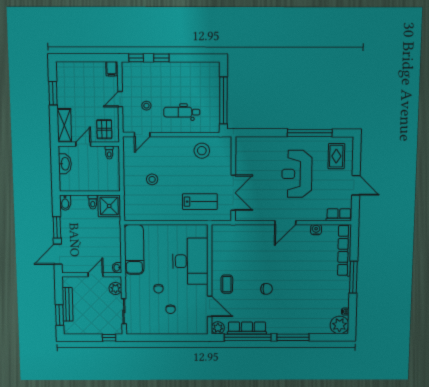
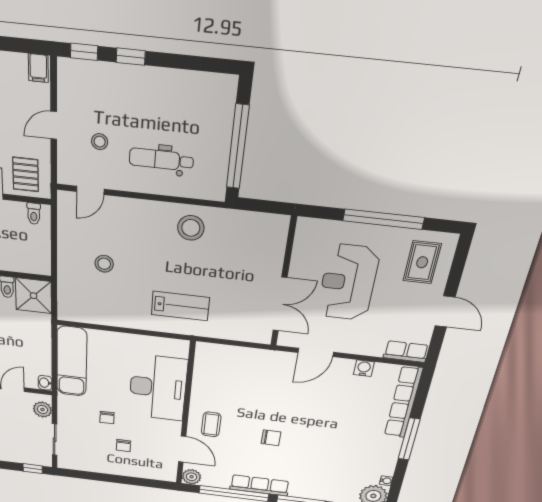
wall: (233, 179) -> (283, 283), moved
double door: (233, 193) -> (280, 304), moved
row of seats: (247, 328) -> (260, 485), moved

